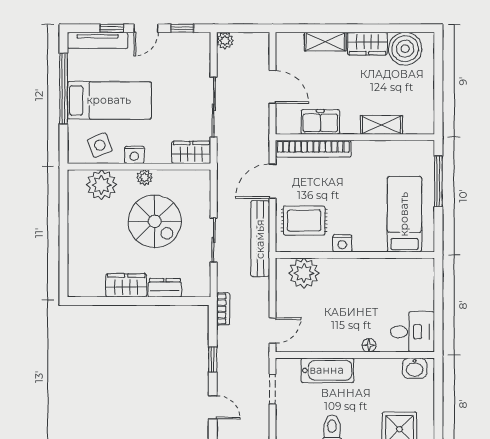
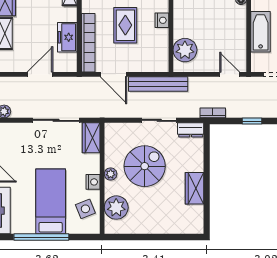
rug: (304, 221) -> (125, 25), moved
dresser: (165, 288) -> (191, 130), moved, turned -90

